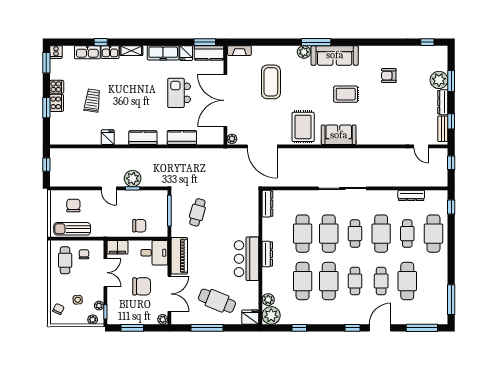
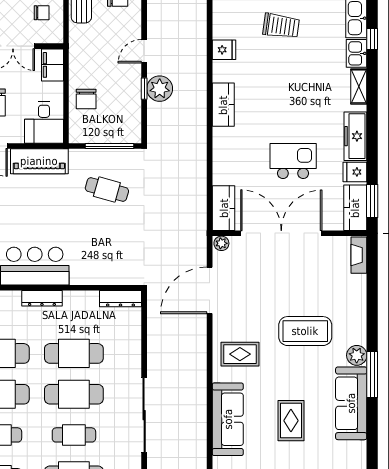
coffee table: (271, 82) -> (305, 331), moved
rug: (303, 127) -> (240, 354), width x0.73, depth x0.70
sofa: (339, 135) -> (228, 419), width x1.36
kitchen counter: (182, 137) -> (224, 208), moved

